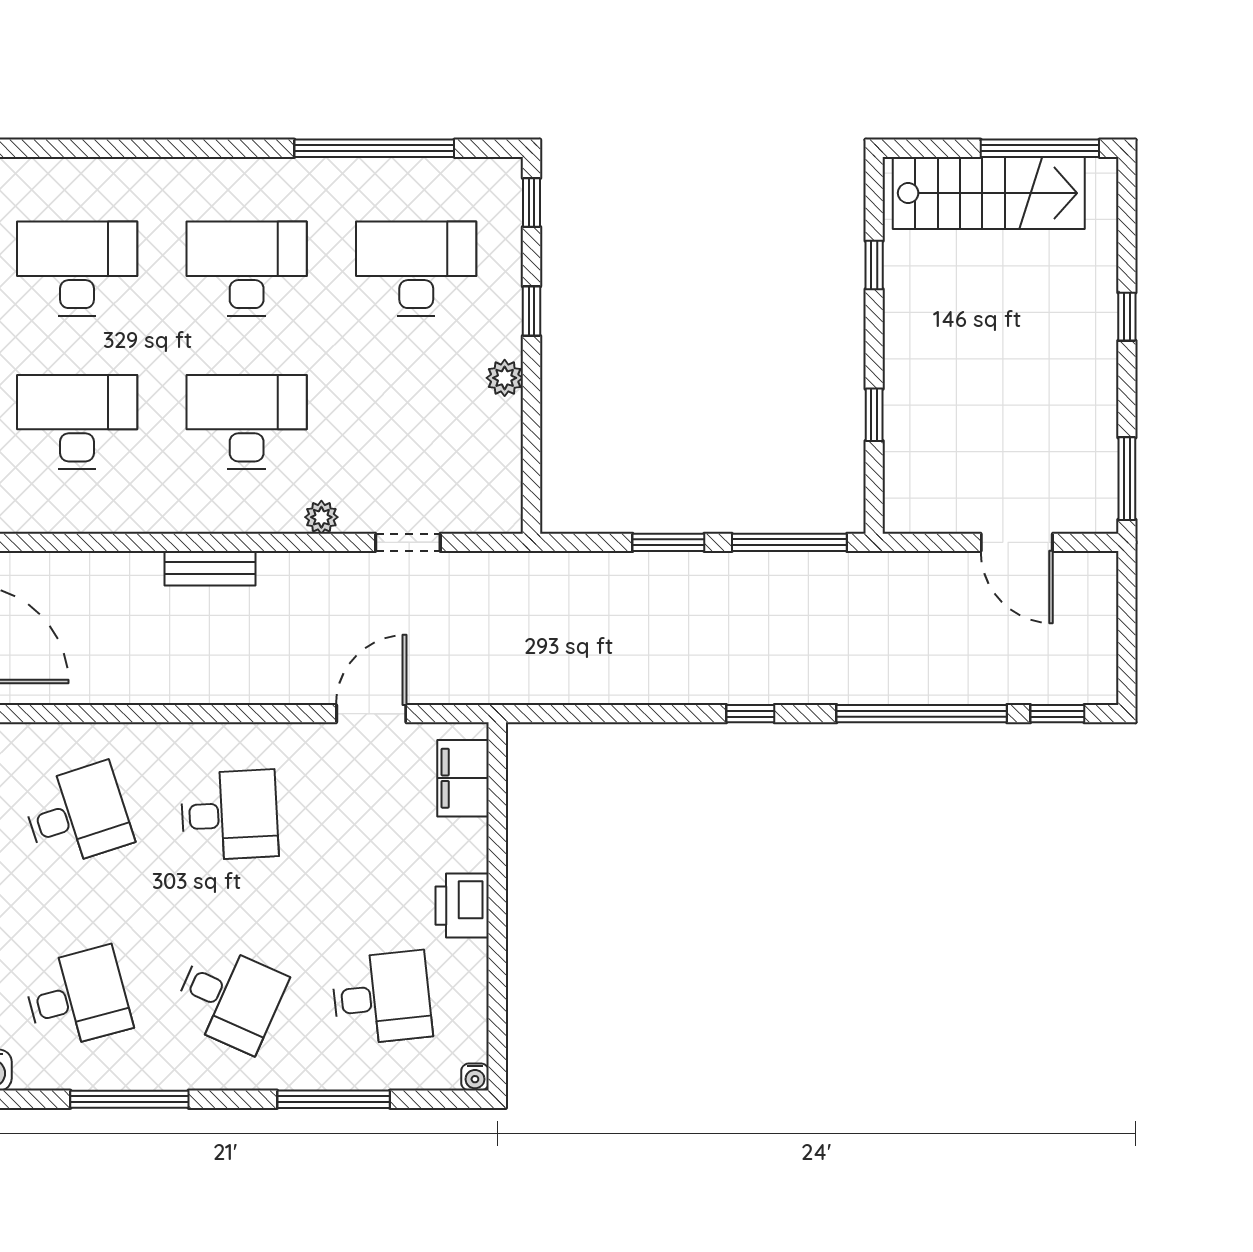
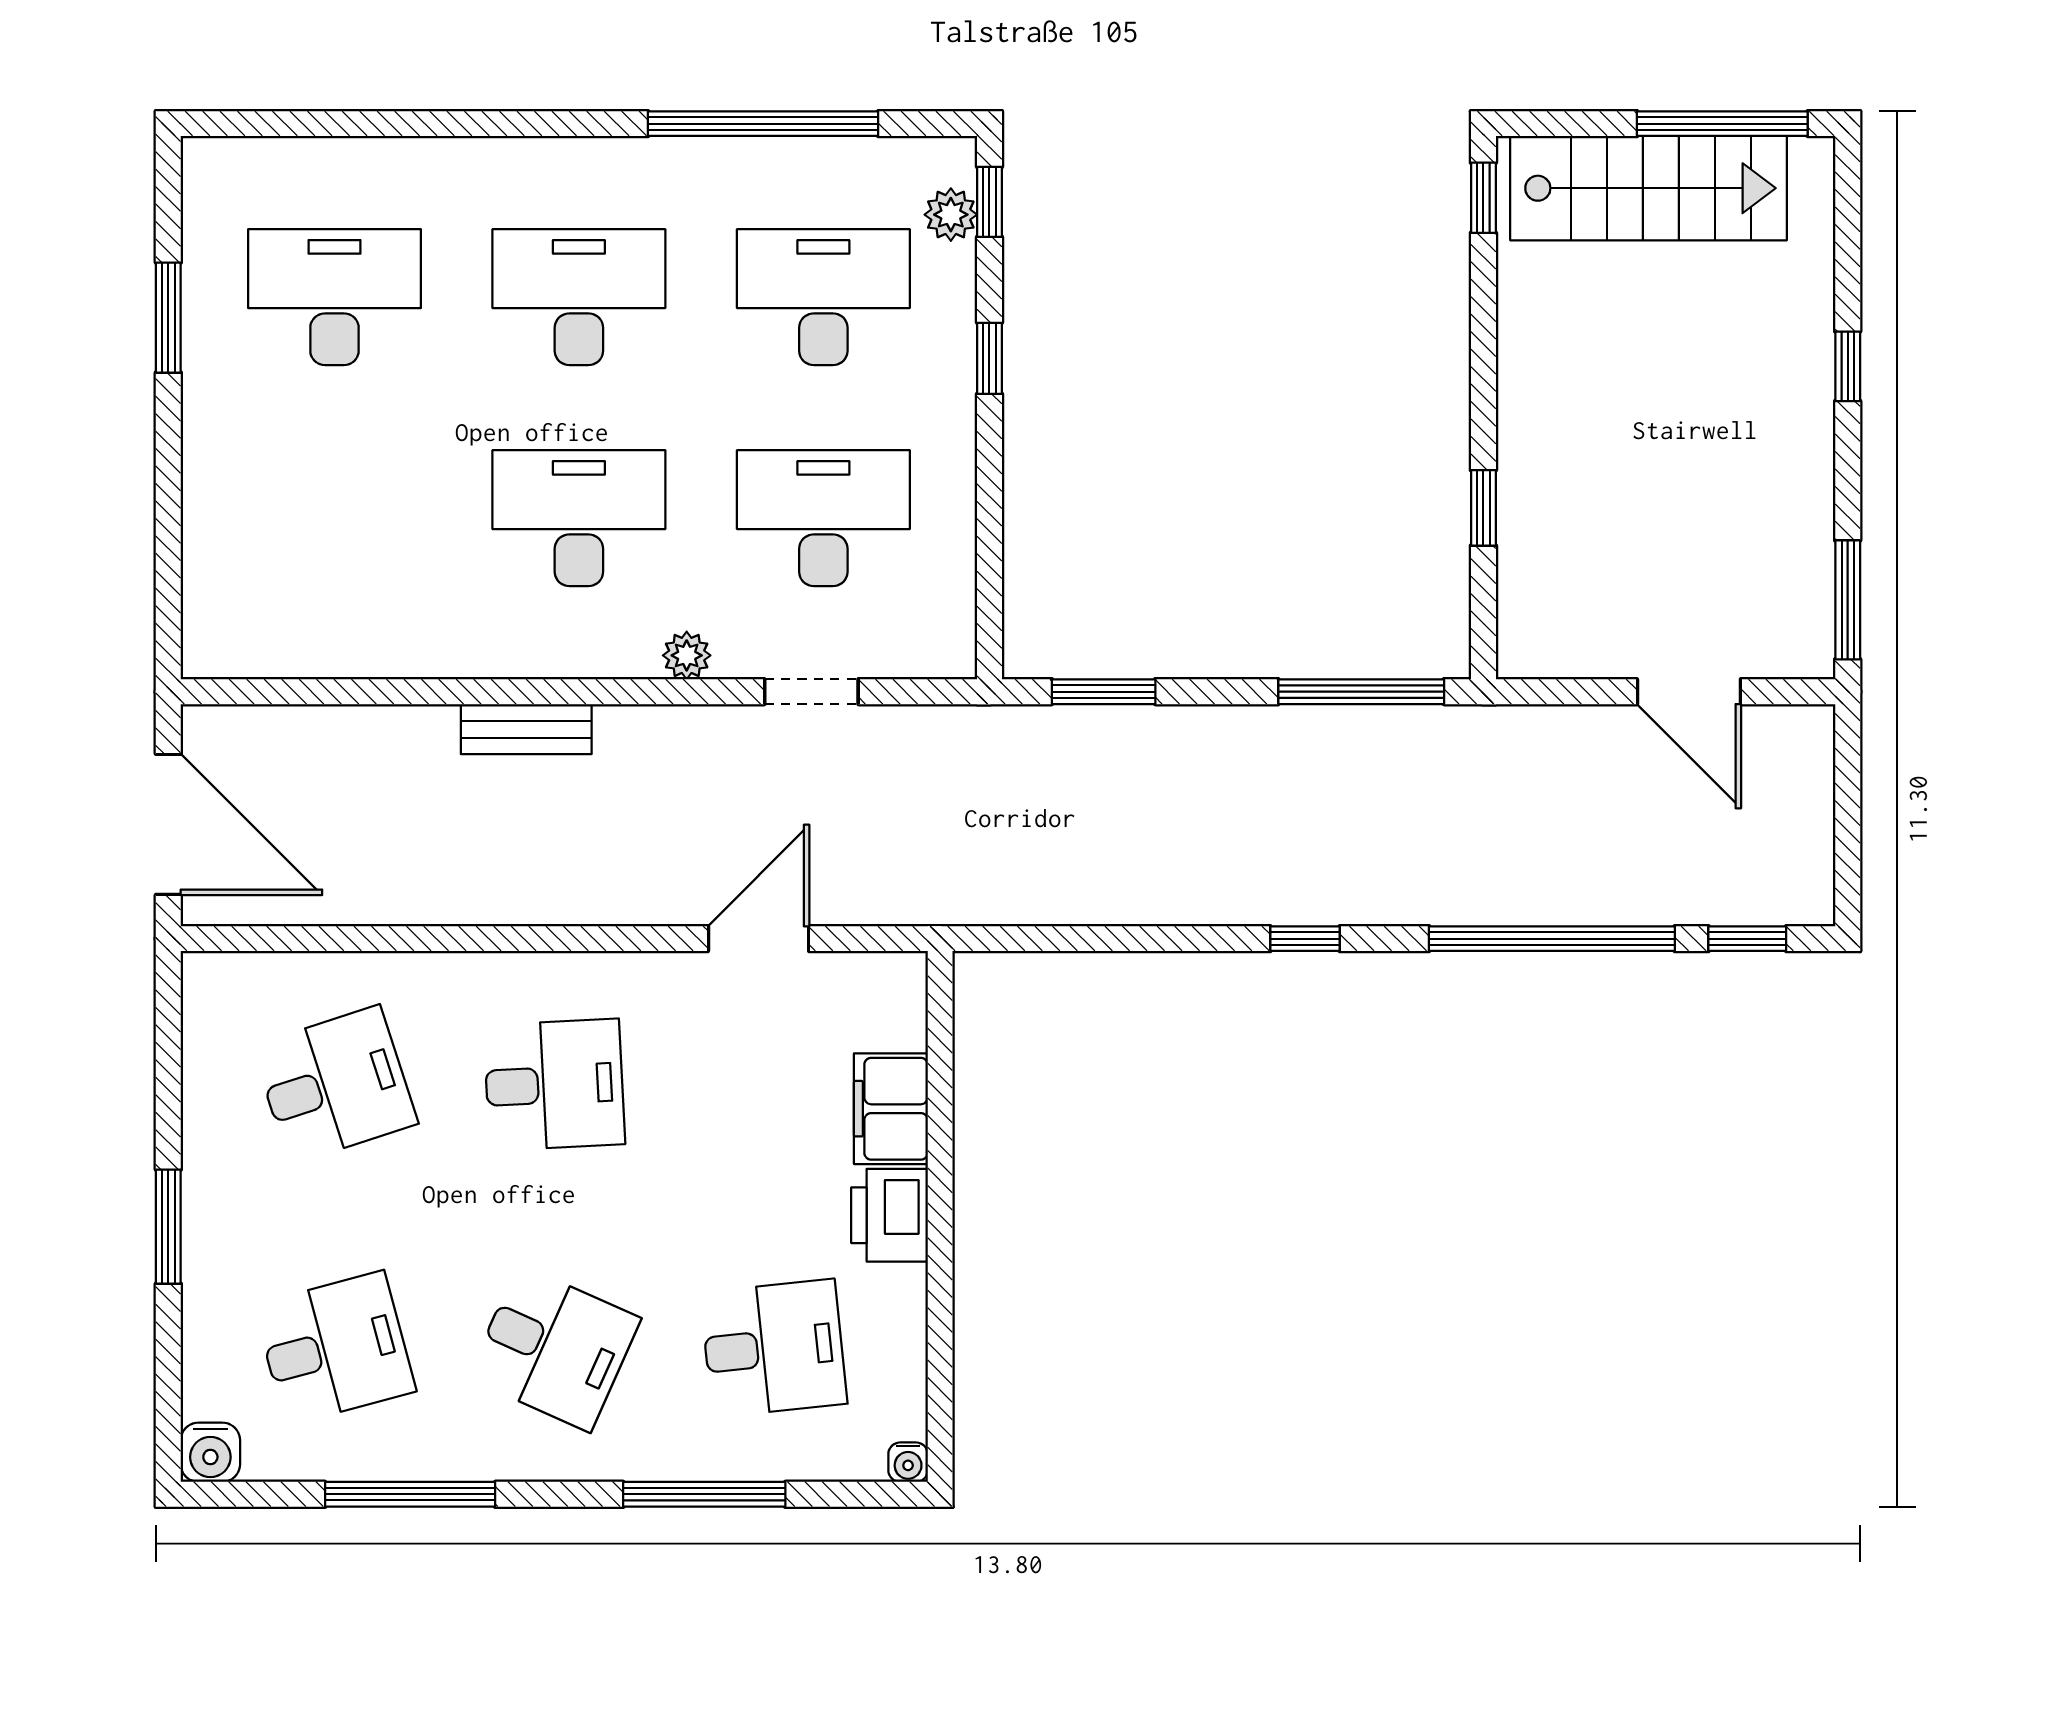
window: (874, 265) -> (1483, 198), moved
plant: (505, 378) -> (951, 215), moved
desk: (77, 422) -> (823, 518), moved
window: (668, 542) -> (1104, 692), moved
filing cabinet: (463, 778) -> (891, 1109), moved

